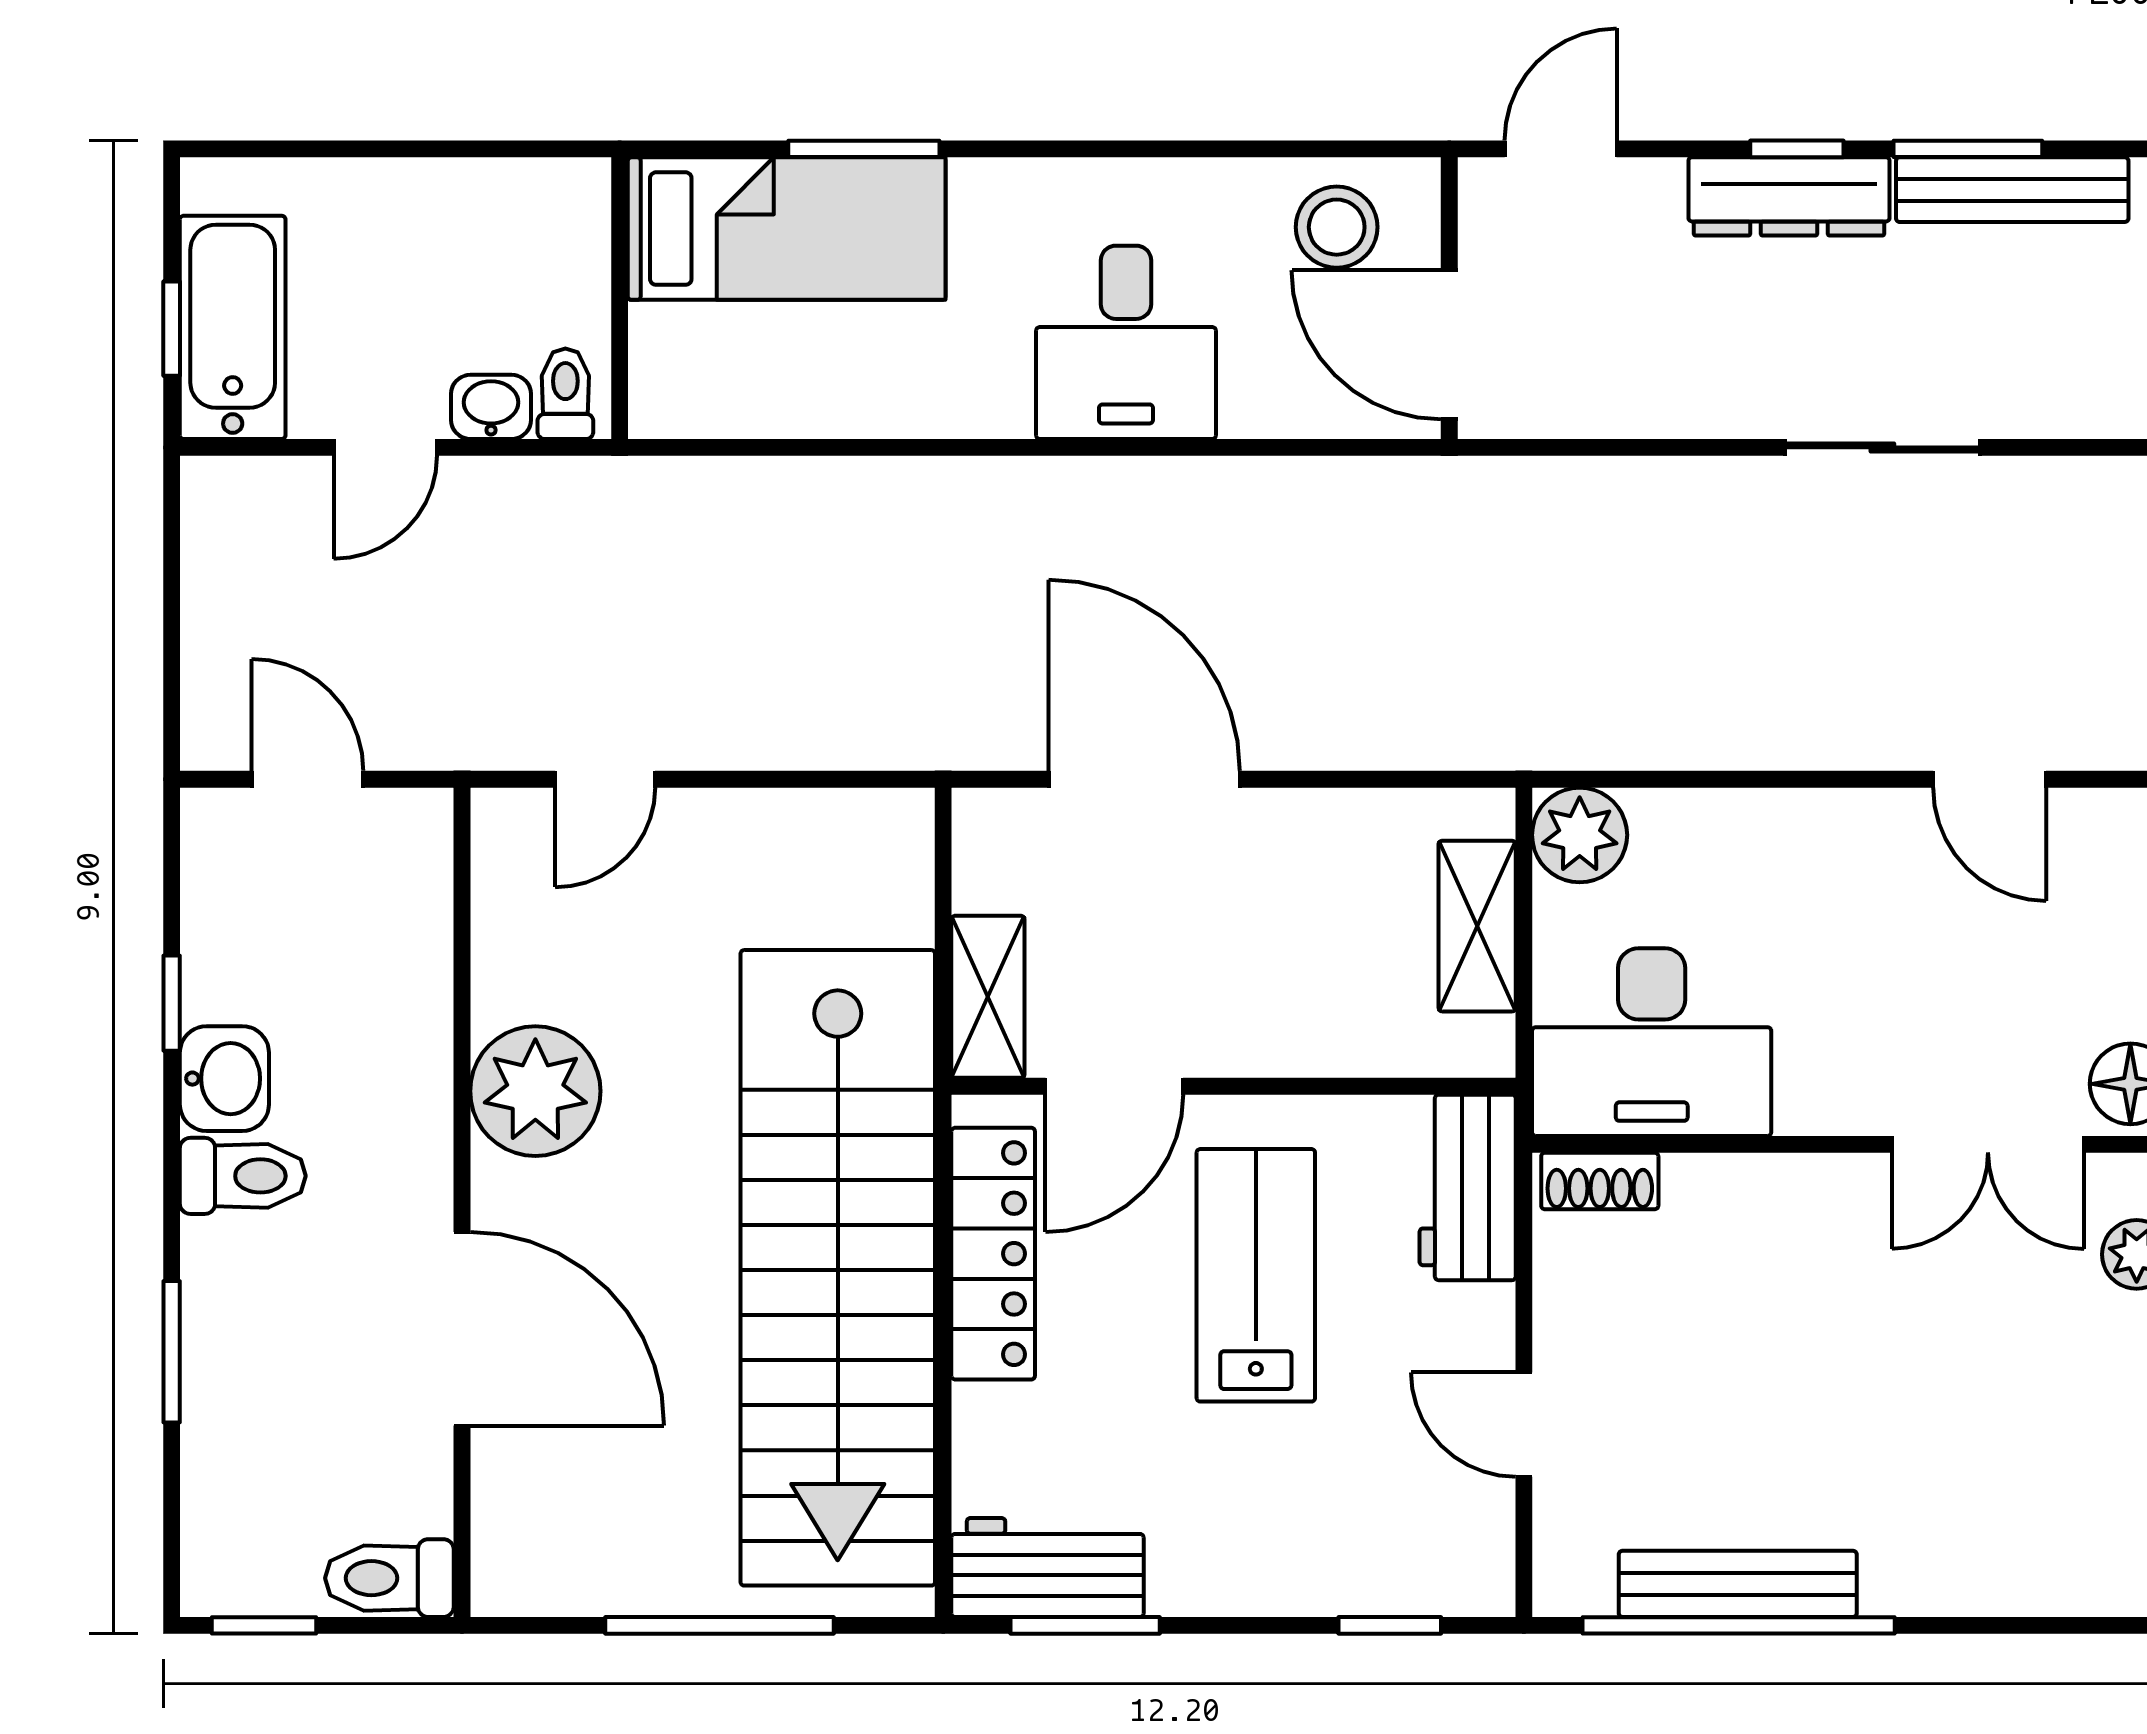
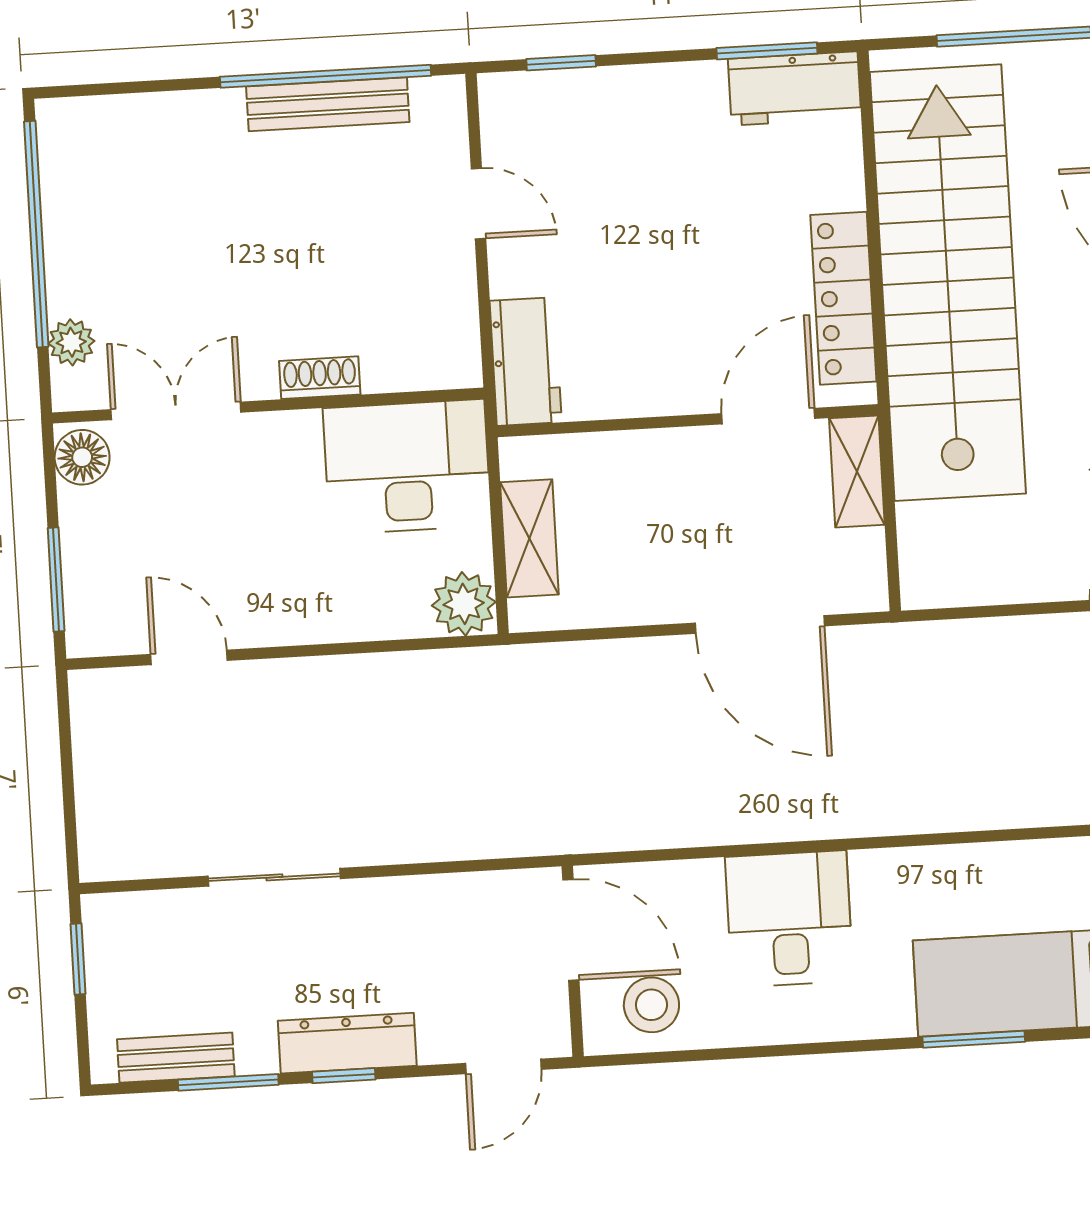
bench: (2012, 190) -> (176, 1058), width x0.73
shoe rack: (1600, 1181) -> (320, 378), moved
lab bench: (1256, 1275) -> (665, 294), removed

